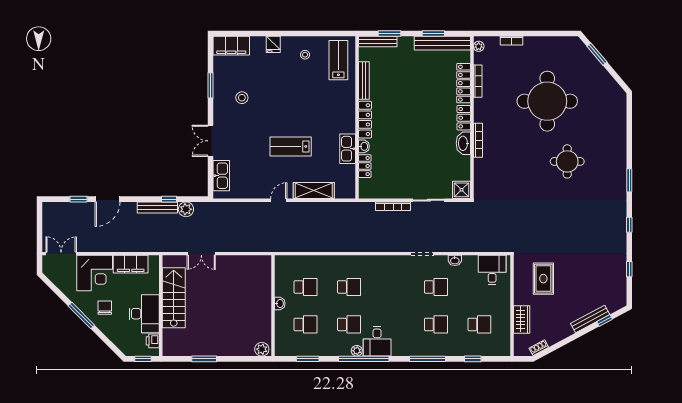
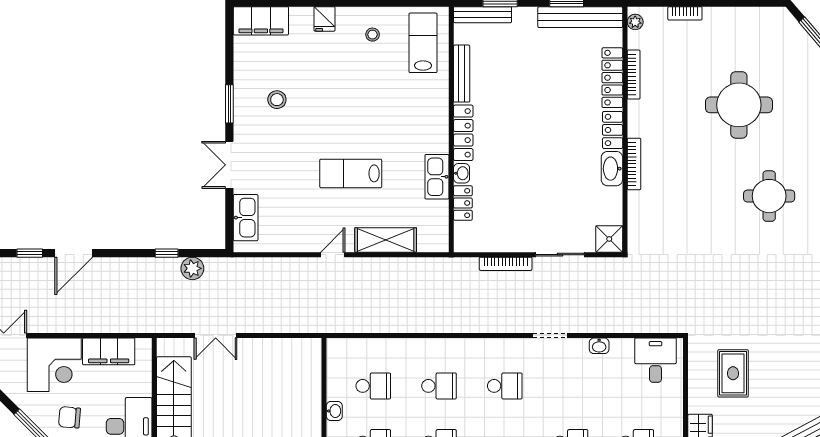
window: (210, 85) -> (229, 104), moved
round table: (547, 101) -> (739, 105), width x0.73, depth x0.73
bench: (157, 207) -> (149, 266), removed
school desk: (436, 287) -> (505, 386), moved
chair: (105, 308) -> (70, 417), turned -85

